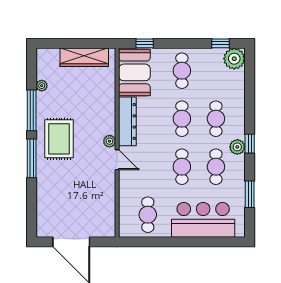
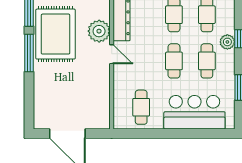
rug: (59, 139) -> (56, 34), width x1.37, depth x1.44
plant: (110, 141) -> (99, 31), width x1.88, depth x1.88

